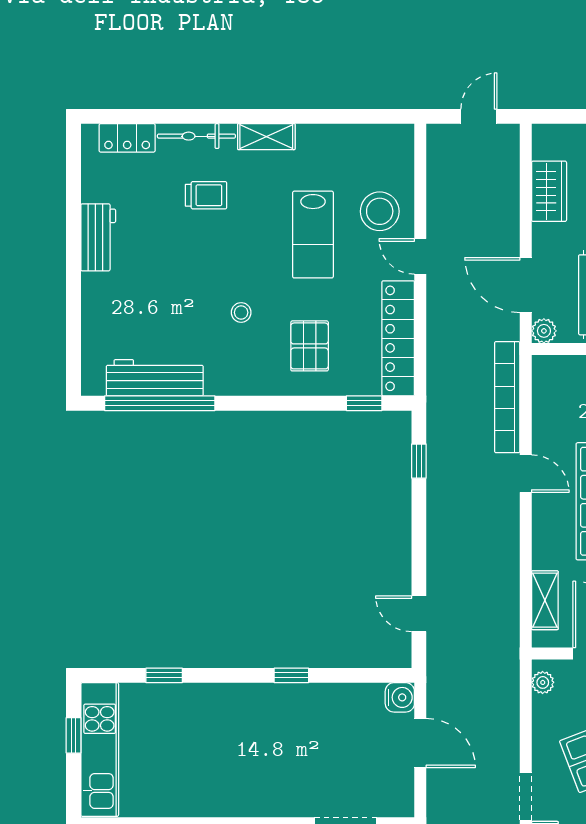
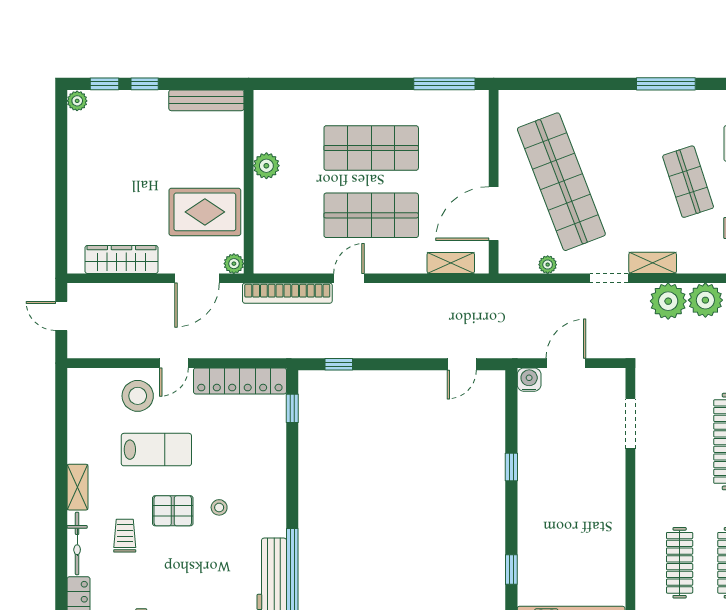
wardrobe: (549, 191) -> (122, 260), width x1.50
pallet: (310, 346) -> (173, 511), moved
plant: (543, 682) -> (548, 265), moved

